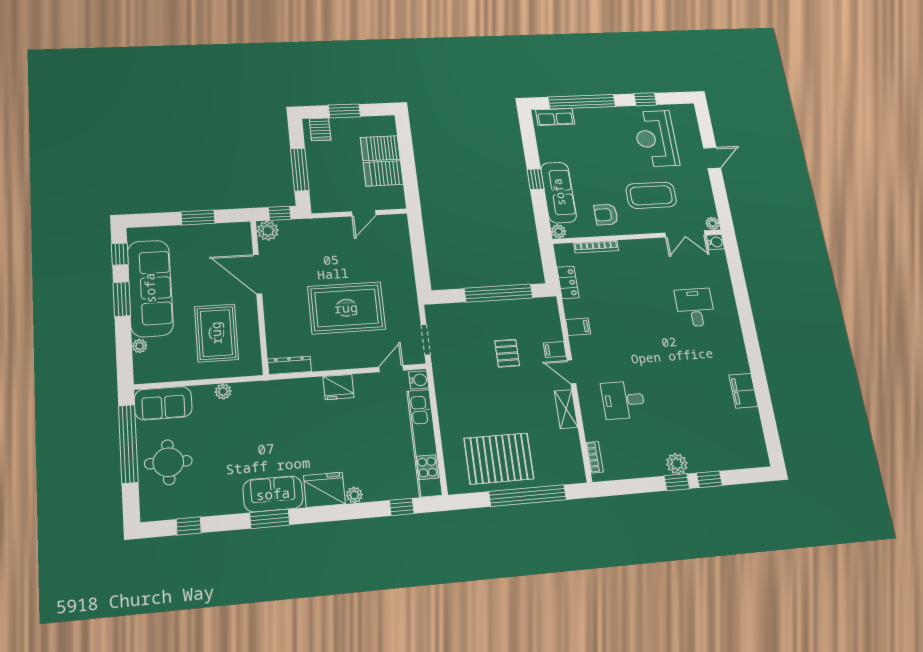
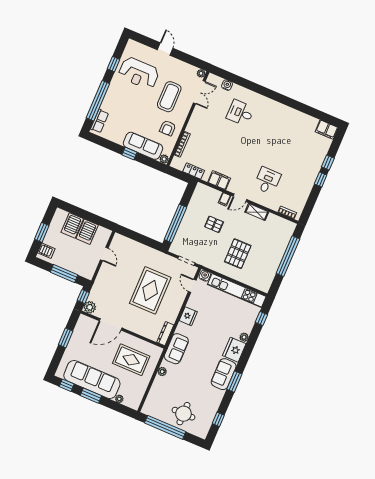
water cooler: (715, 242) -> (227, 85), moved
window: (498, 293) -> (175, 223), moved
filing cabinet: (578, 327) -> (219, 180), width x2.00
filing cabinet: (743, 391) -> (327, 130), moved
desk: (623, 400) -> (267, 181), turned 180
sofa: (163, 403) -> (176, 349), moved
pallet: (499, 459) -> (238, 254), moved, width x0.73, depth x0.71
plant: (677, 464) -> (312, 174), removed

